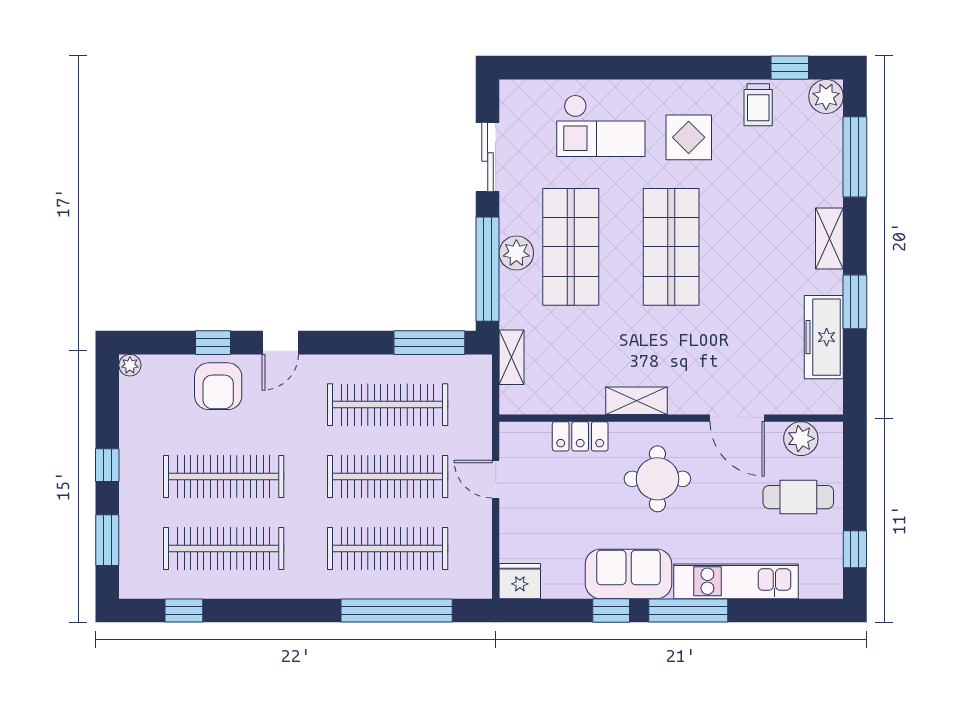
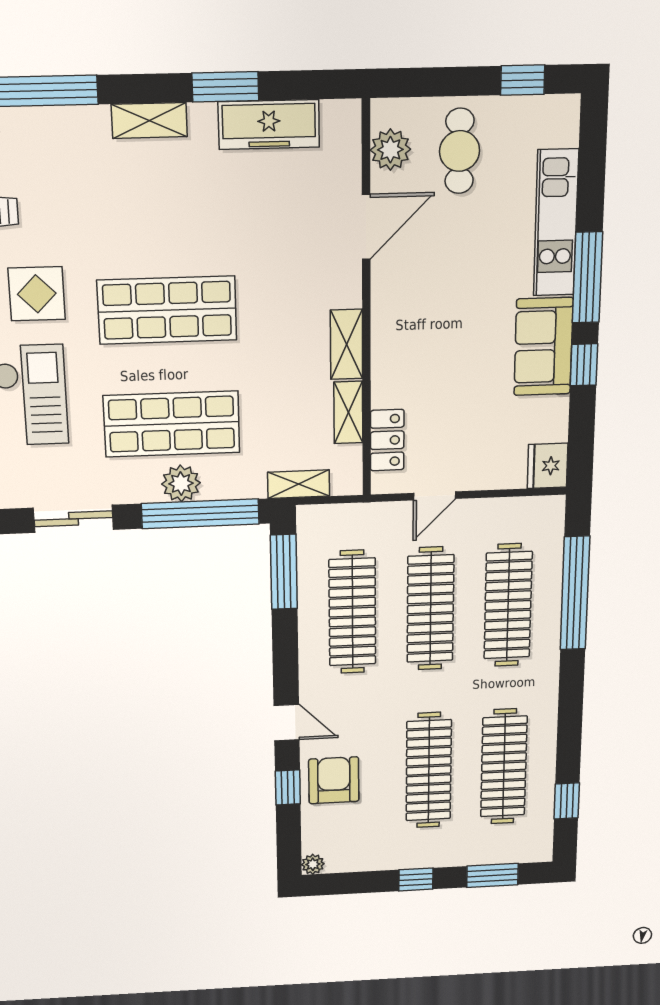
armchair: (218, 386) -> (334, 780), turned -90
shelving: (576, 402) -> (348, 412), added
locker: (580, 436) -> (387, 440), moved
round table: (657, 479) -> (436, 317), removed

